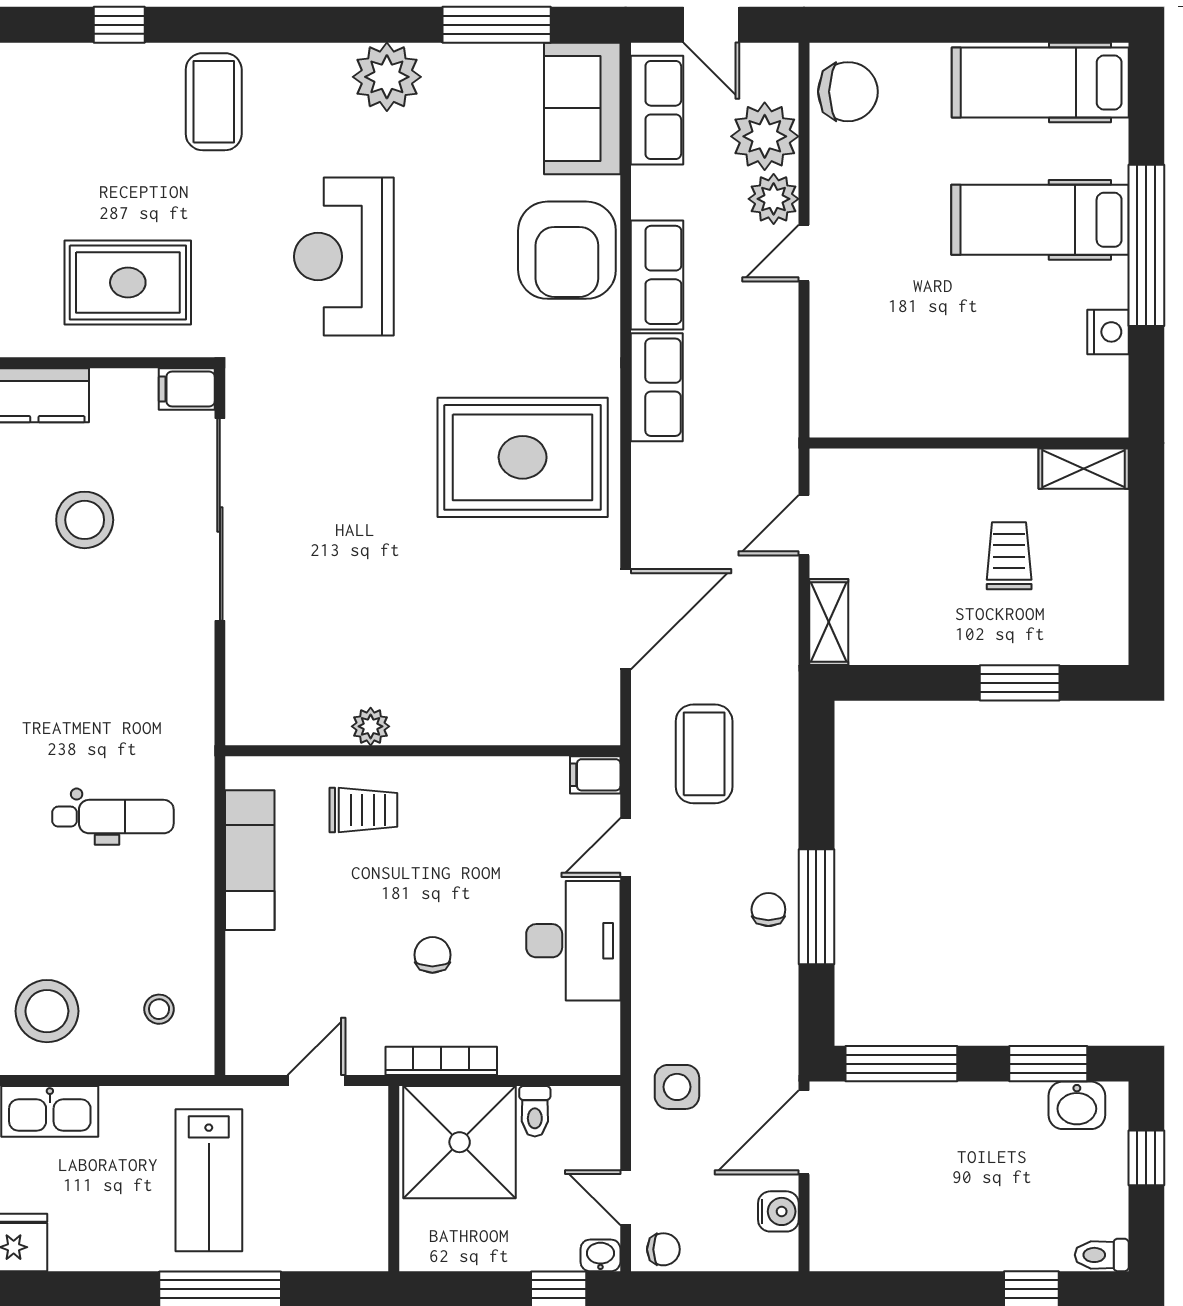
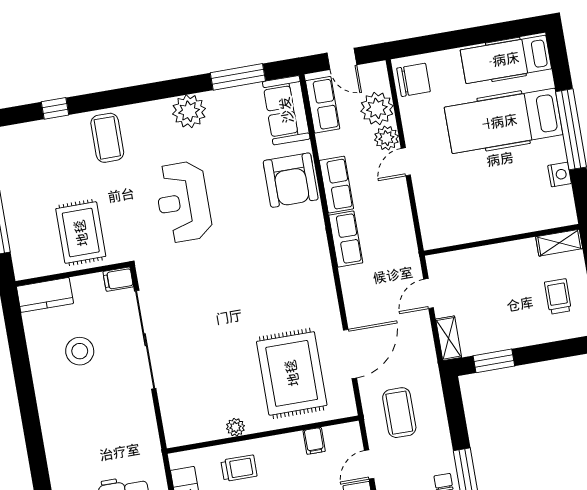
hospital bed: (1040, 220) -> (504, 121), width x1.37, depth x1.29
rug: (128, 283) -> (81, 233), turned 90
rug: (523, 457) -> (292, 373), moved, turned 90
trolley: (1009, 556) -> (558, 296), moved
window: (1020, 683) -> (494, 361), moved
filing cabinet: (595, 775) -> (314, 441), moved, turned -90

